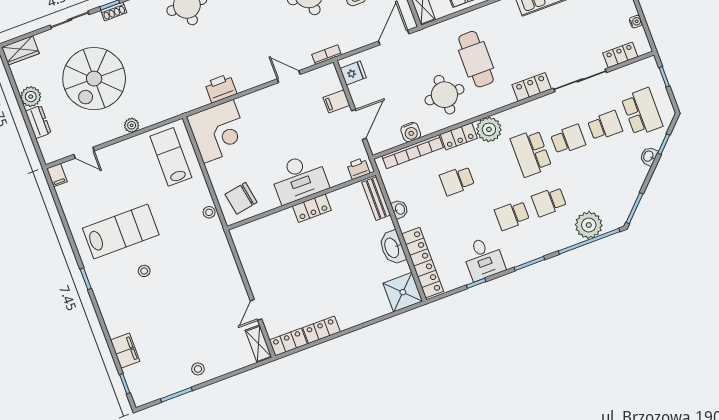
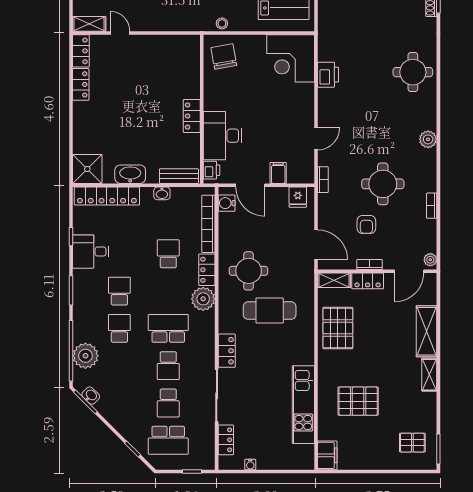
water cooler: (411, 132) -> (227, 203), moved
washbasin: (649, 156) -> (91, 396), moved
desk: (299, 178) -> (222, 136), moved

